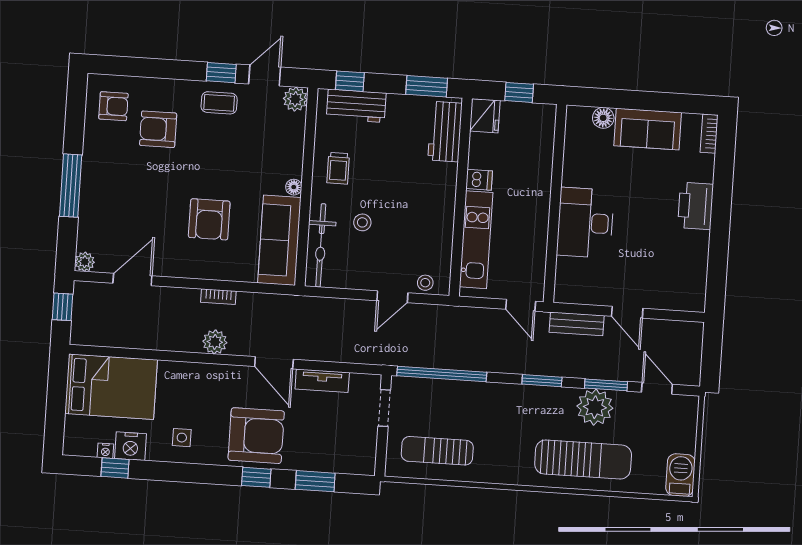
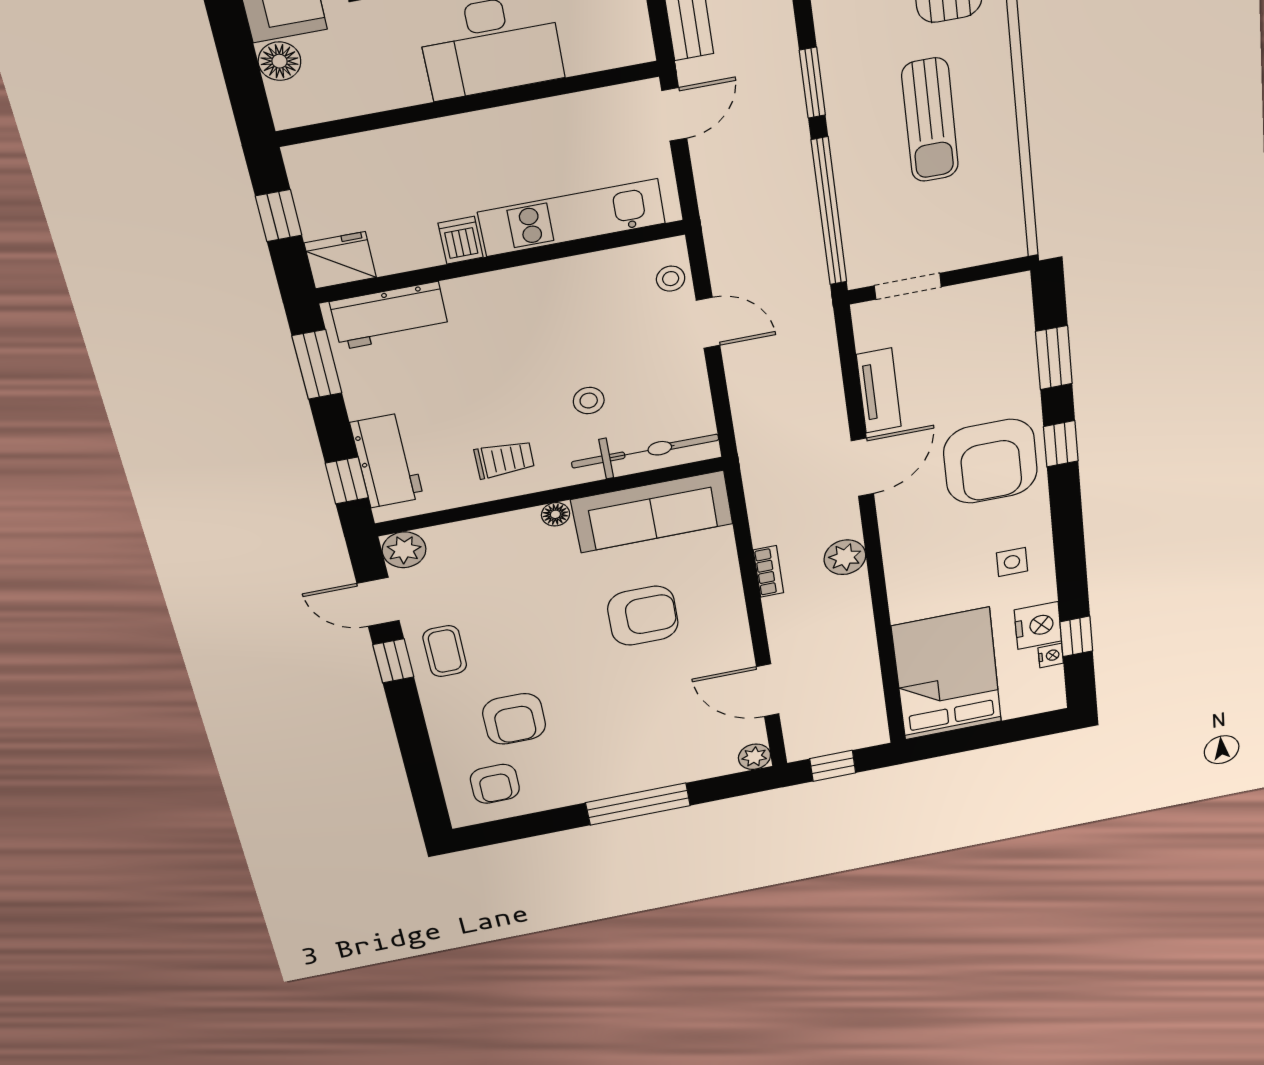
armchair: (113, 106) -> (495, 784), turned 180
window: (542, 381) -> (812, 83), moved
armchair: (256, 436) -> (990, 461), turned 180
sun lounger: (437, 451) -> (930, 120), moved

